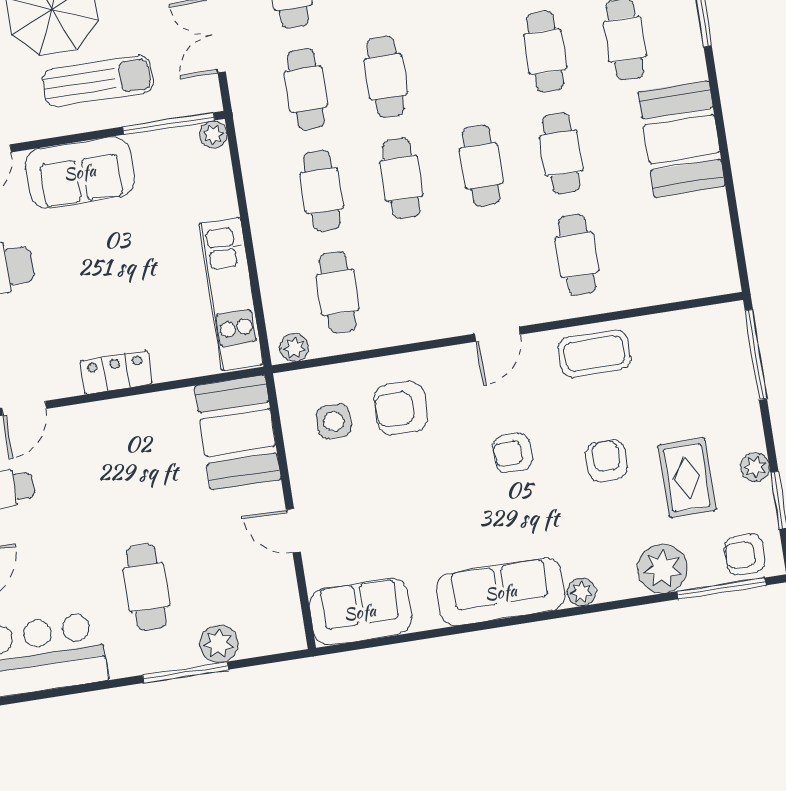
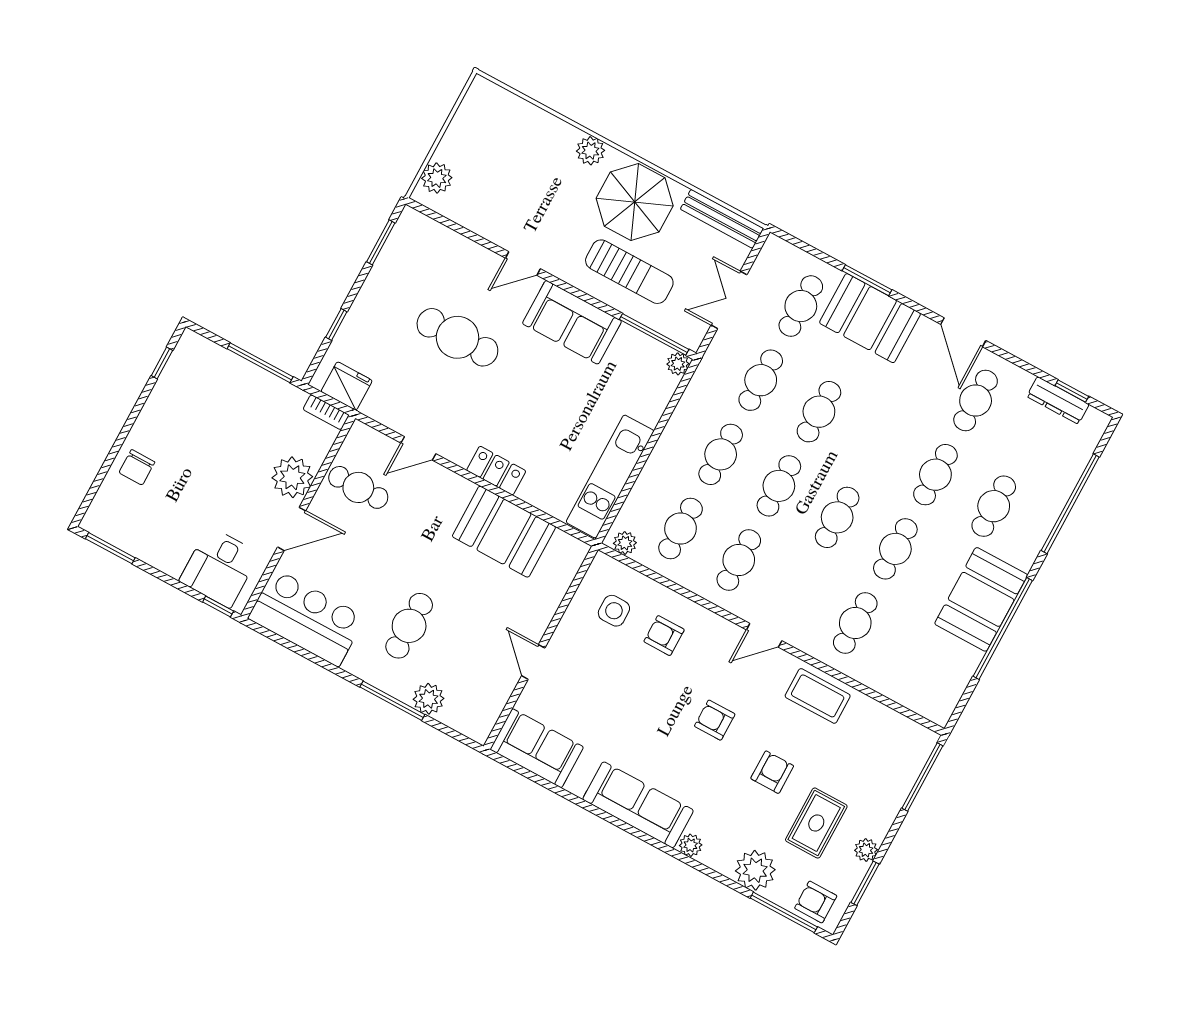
window: (724, 151) -> (1003, 628), added
cafe table: (417, 280) -> (739, 560), added
armchair: (401, 408) -> (664, 636), width x0.72, depth x0.72
booth: (238, 433) -> (504, 532), moved, turned 90

